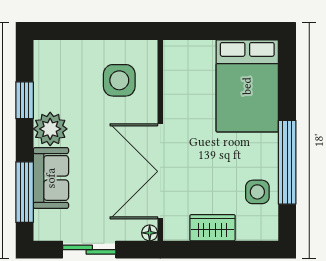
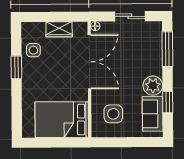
bed: (247, 86) -> (62, 120), moved, turned -90
window: (287, 162) -> (16, 67), width x0.47
sofa: (51, 178) -> (153, 114), moved

